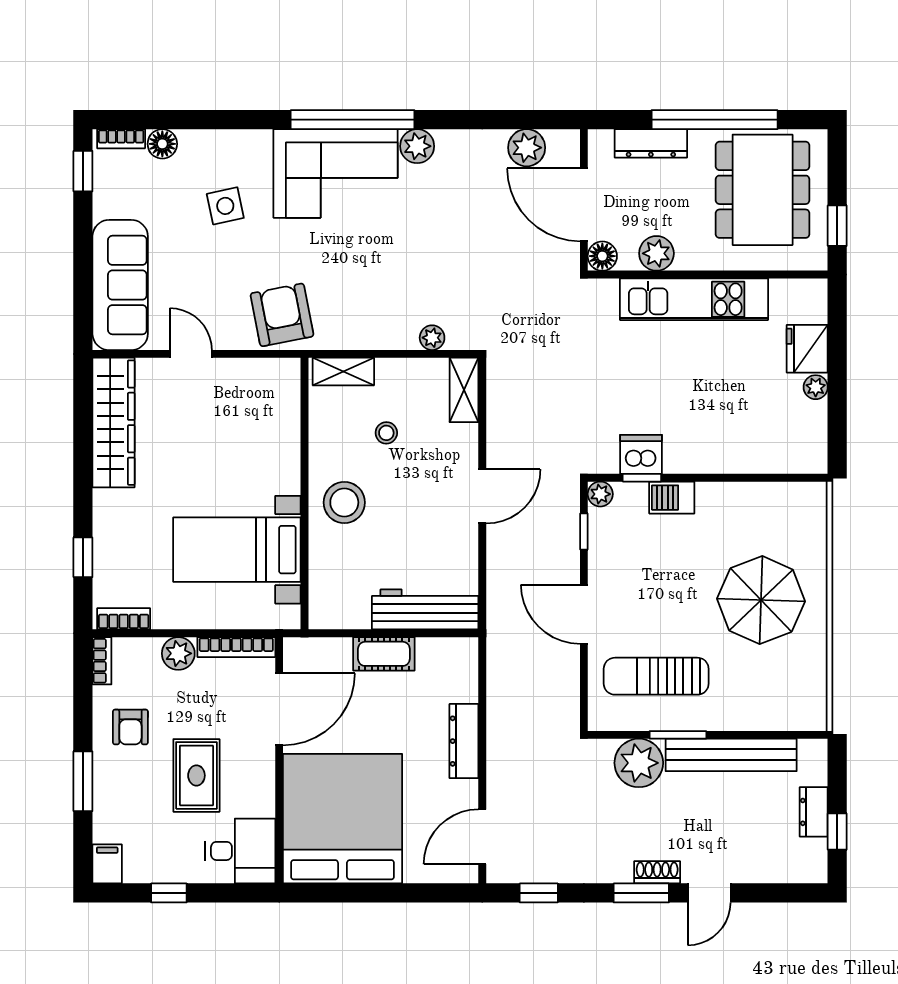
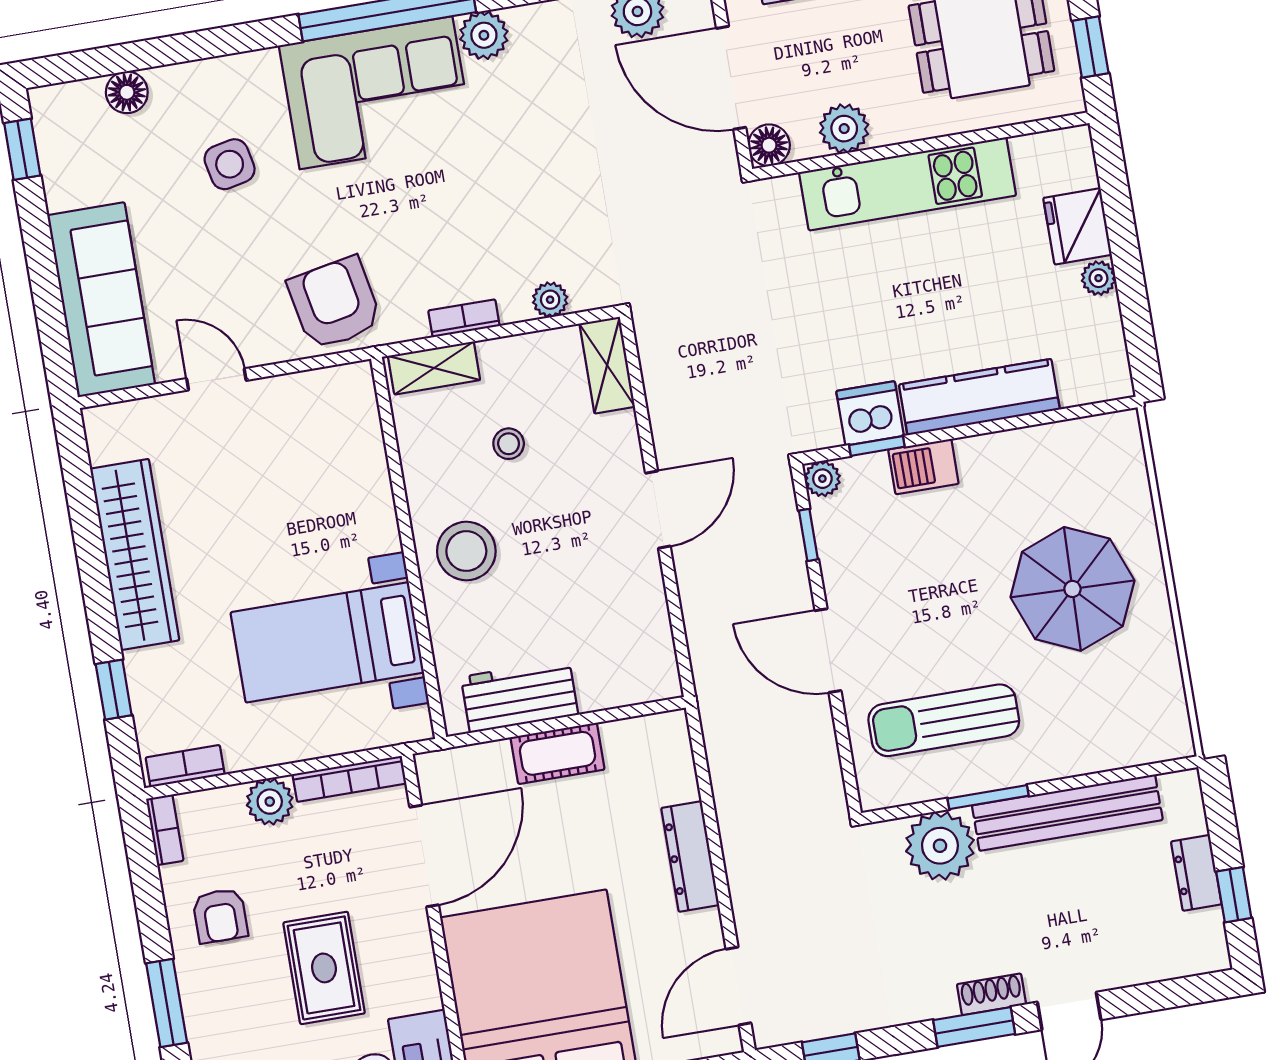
bookcase: (121, 139) -> (464, 318), moved, turned 180
wardrobe: (114, 423) -> (135, 554), moved
kitchen counter: (719, 456) -> (979, 397), added
workbench: (425, 609) -> (520, 696), moved, width x0.73

